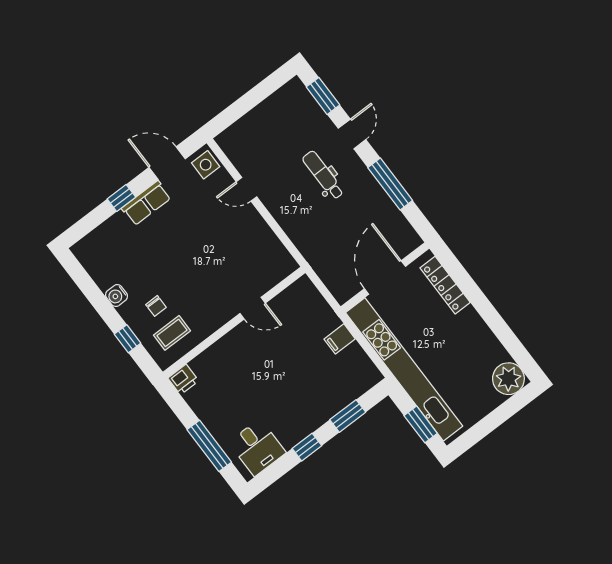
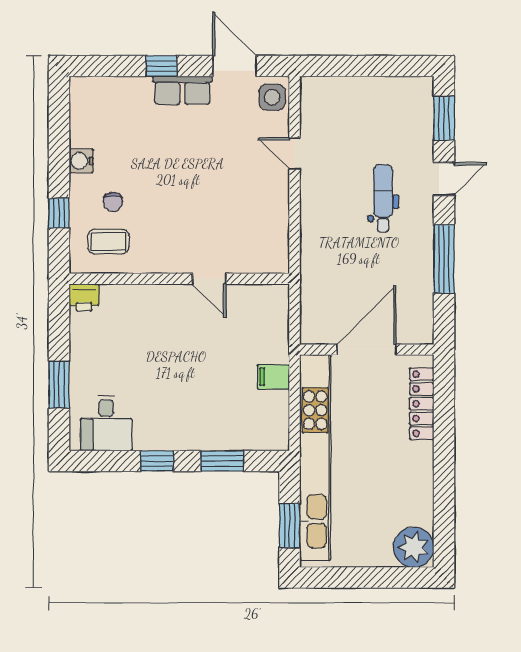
window: (209, 446) -> (59, 385), width x0.69

